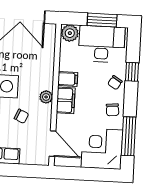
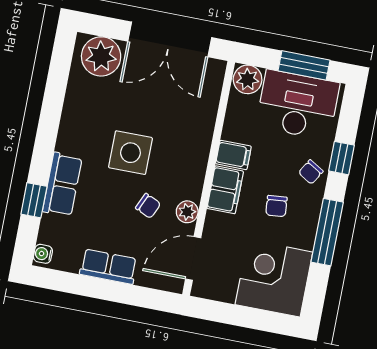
plant: (46, 97) -> (187, 212), moved
chair: (113, 110) -> (276, 206), moved
window: (129, 136) -> (327, 232), moved
door: (52, 144) -> (193, 258), swing flipped

